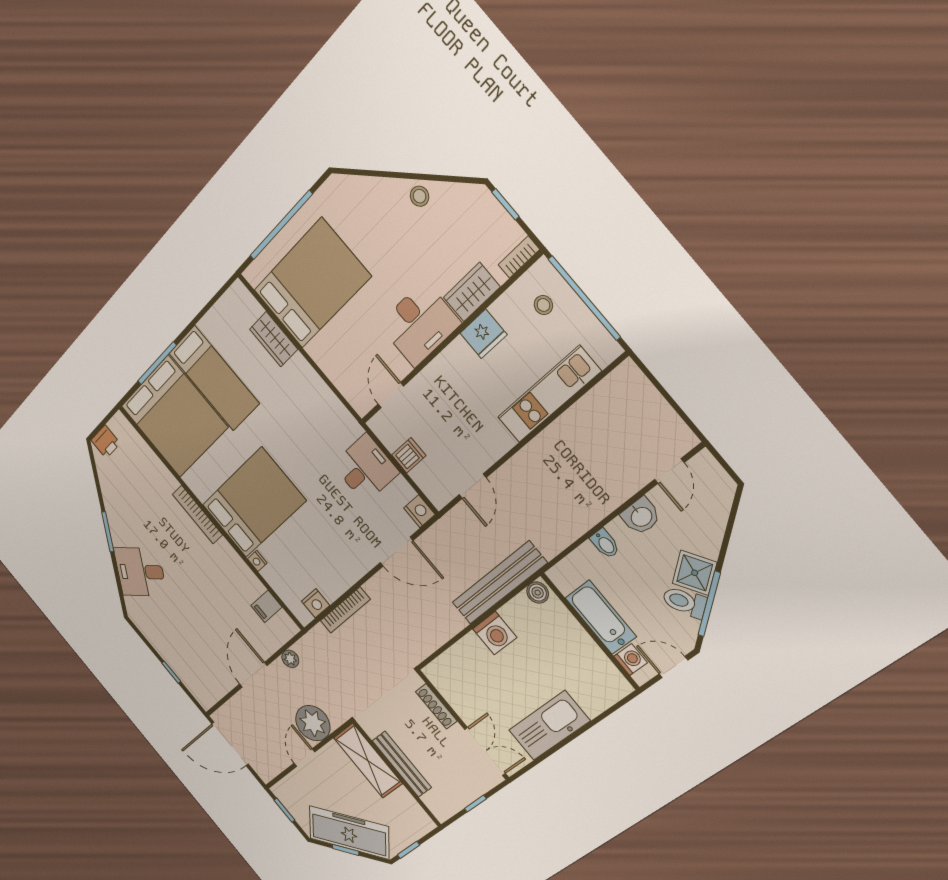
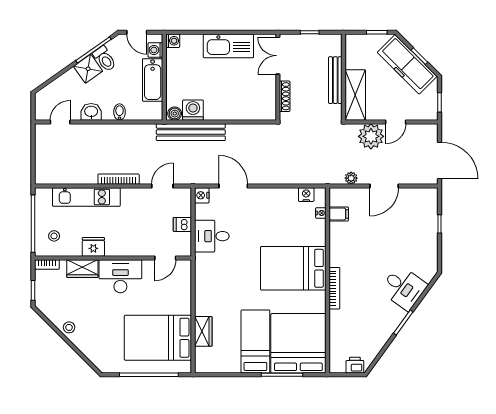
nightstand: (257, 561) -> (321, 213), moved
bookcase: (345, 610) -> (119, 179), moved
washing machine: (495, 633) -> (193, 110), moved
washing machine: (620, 687) -> (173, 41), added

